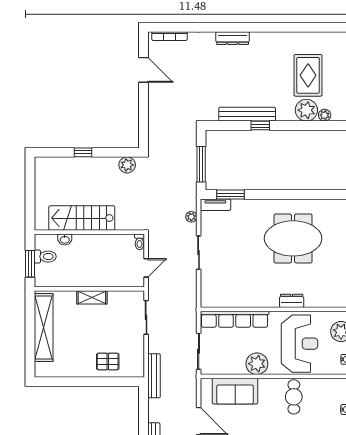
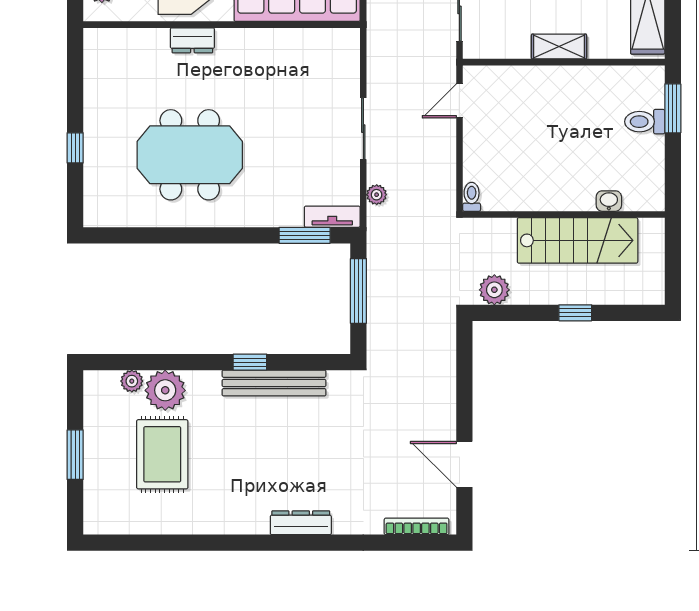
stairs: (82, 218) -> (578, 240), moved
wall: (89, 232) -> (564, 214), moved
washbasin: (65, 239) -> (609, 201), moved
toilet: (140, 242) -> (472, 197), moved

